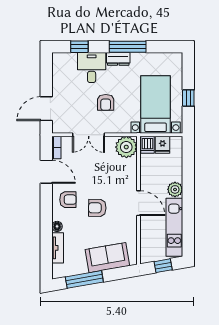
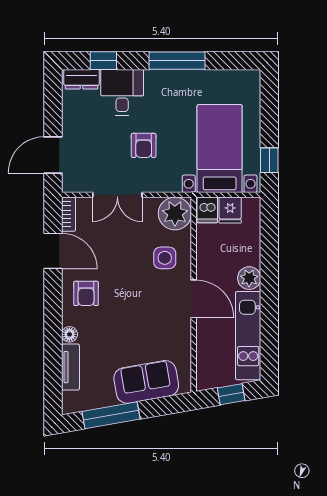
dresser: (118, 59) -> (82, 79), moved
window: (188, 98) -> (269, 160), moved
side table: (120, 176) -> (165, 258), added
armchair: (68, 200) -> (86, 293), turned 90
armchair: (97, 208) -> (131, 306), removed

